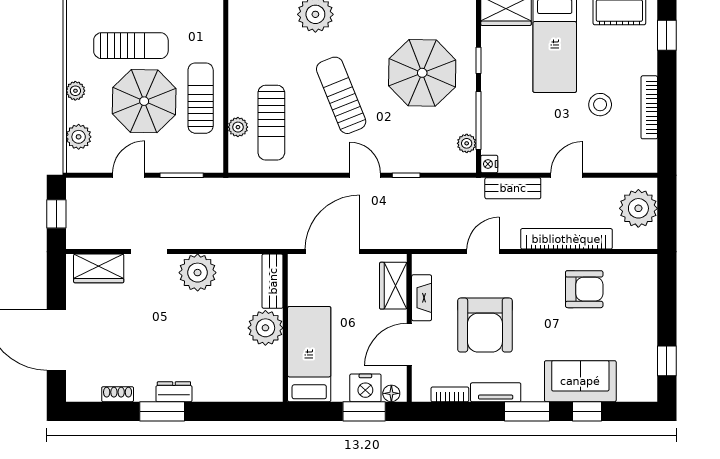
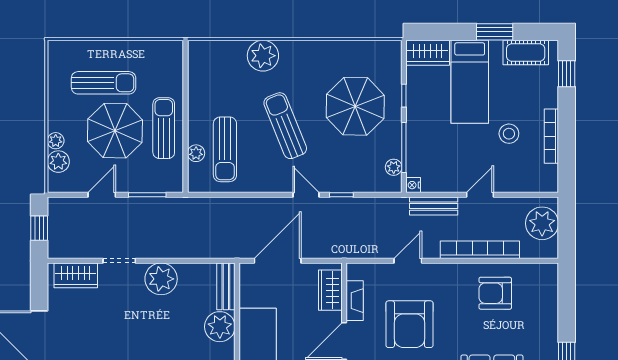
plant: (75, 91) -> (56, 141), moved
armchair: (584, 289) -> (495, 293), turned 180

